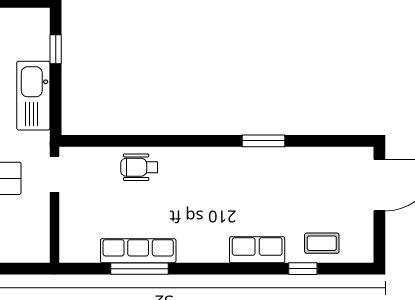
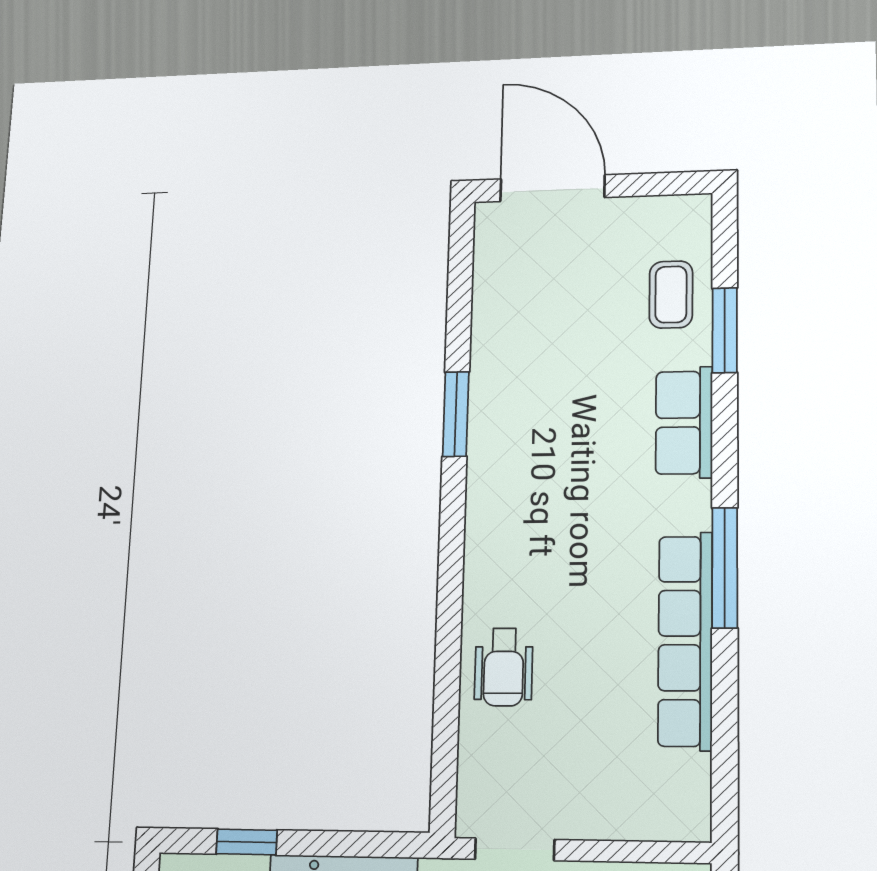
row of seats: (138, 251) -> (685, 640), width x1.36
window: (139, 269) -> (725, 568), moved
window: (303, 269) -> (725, 330), width x1.50

